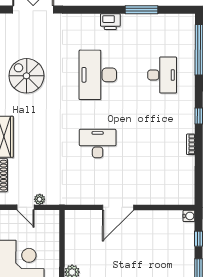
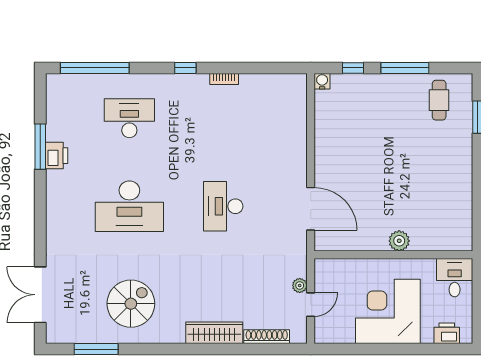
printer: (110, 22) -> (57, 156), moved
spiral stairs: (26, 76) -> (131, 304), turned 180
door: (118, 207) -> (311, 209), moved

